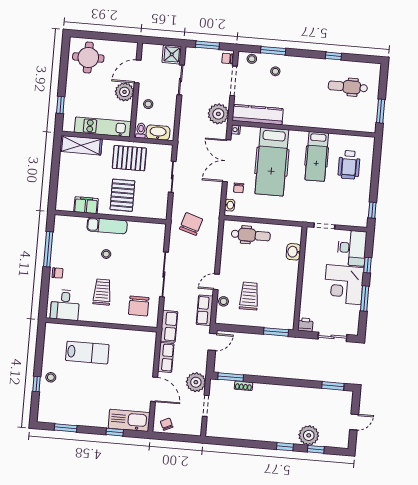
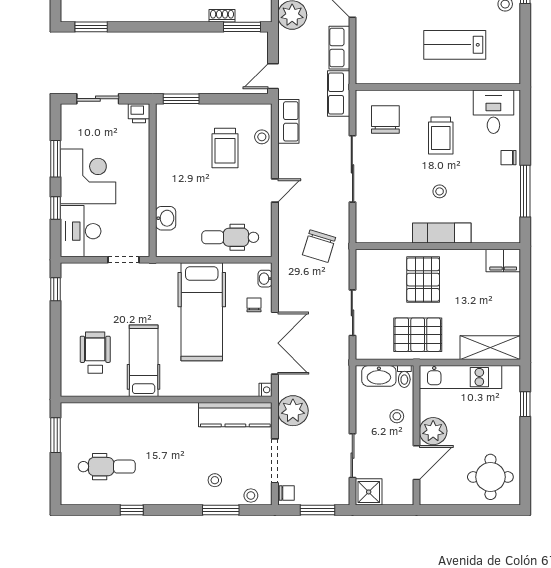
hospital bed: (272, 162) -> (202, 312), moved, turned 180
filing cabinet: (86, 205) -> (503, 260), moved
door: (216, 282) -> (275, 191), moved

